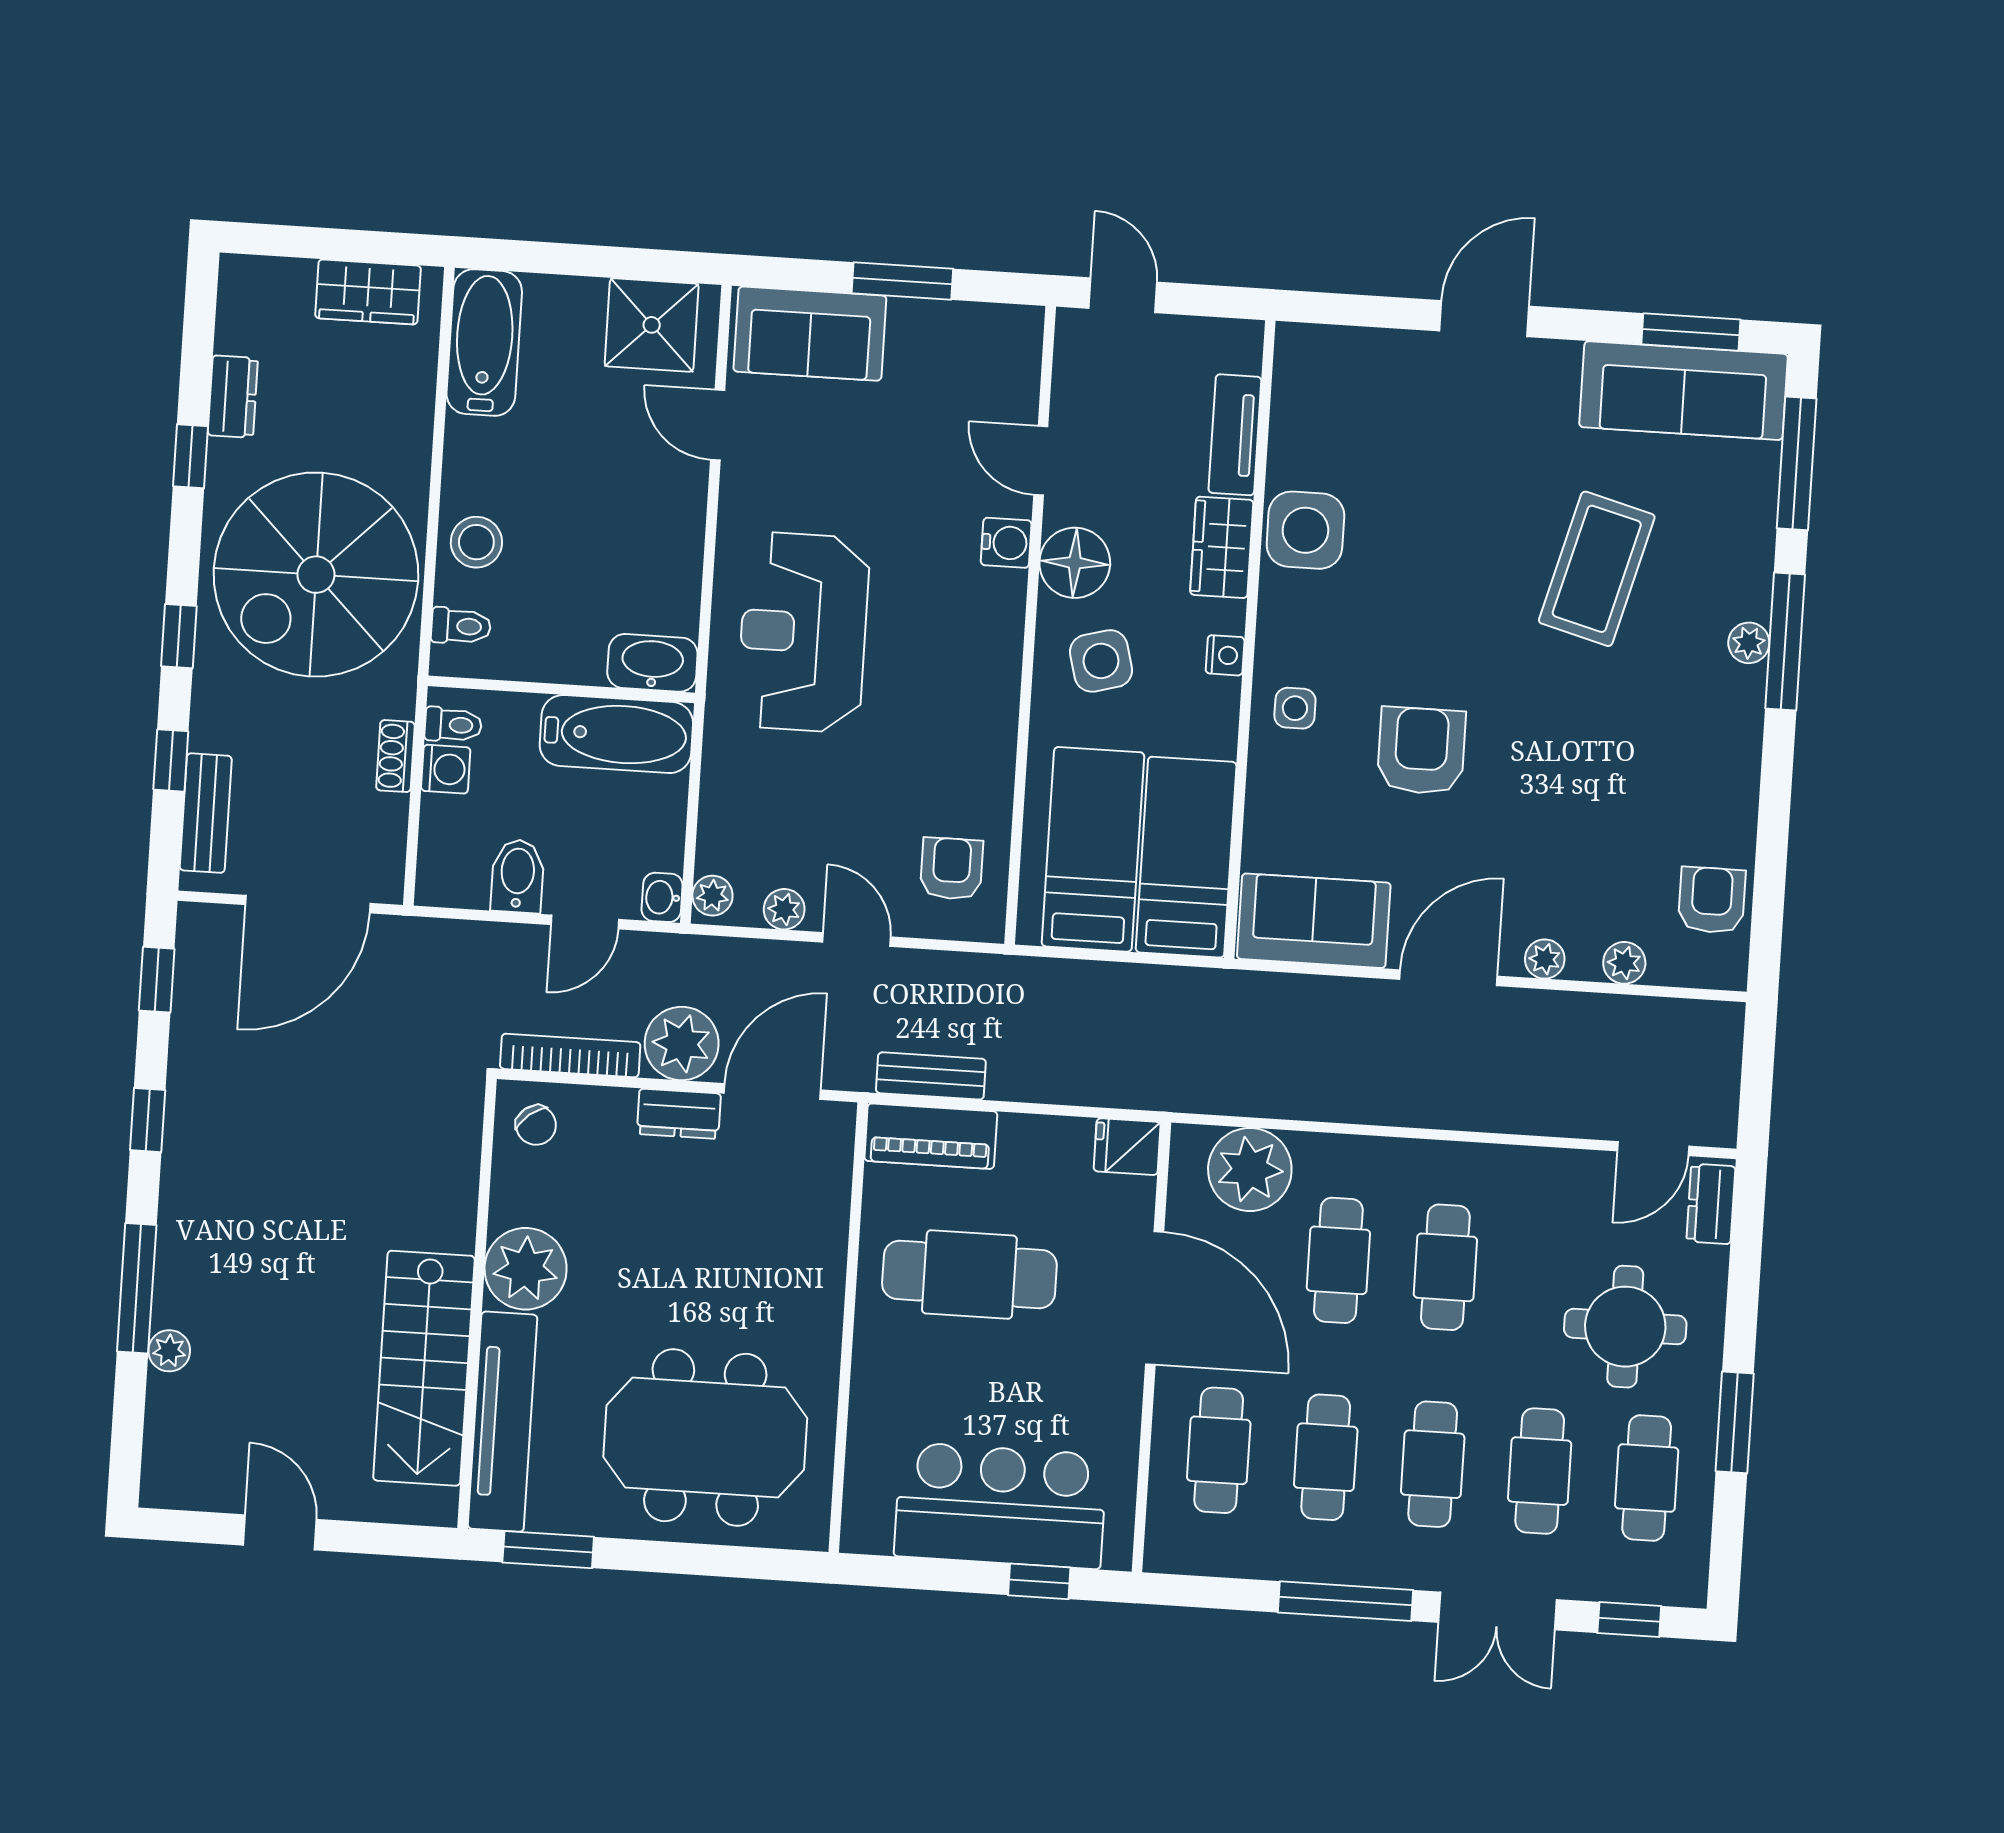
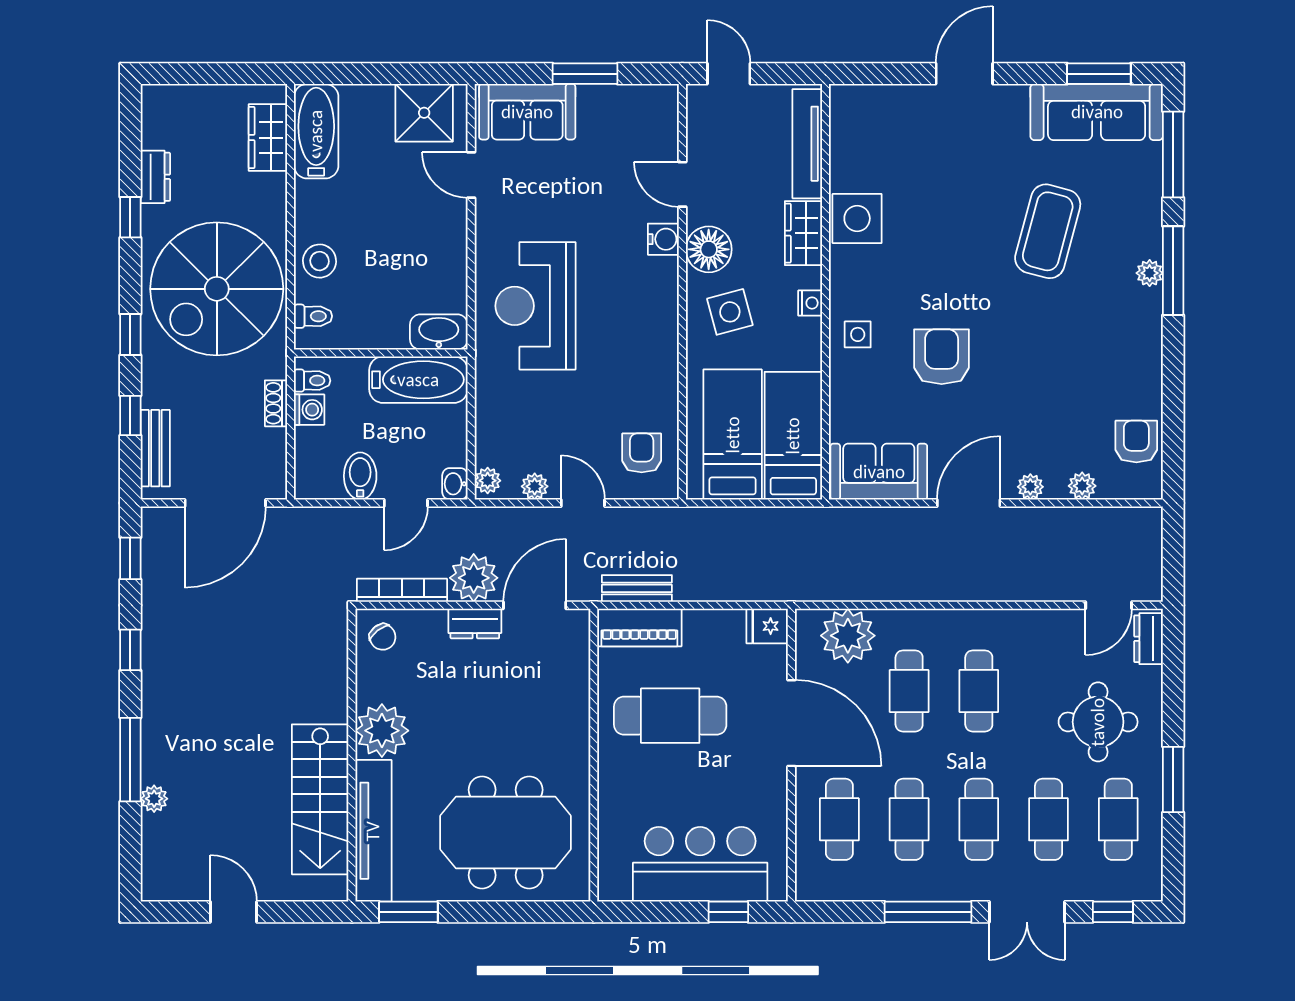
wardrobe: (368, 292) -> (268, 138), moved, turned 90
tv unit: (1235, 435) -> (807, 144), width x1.41

